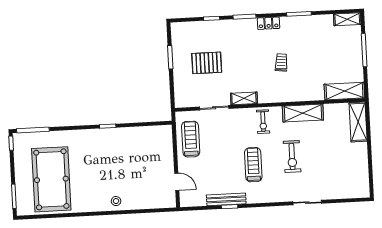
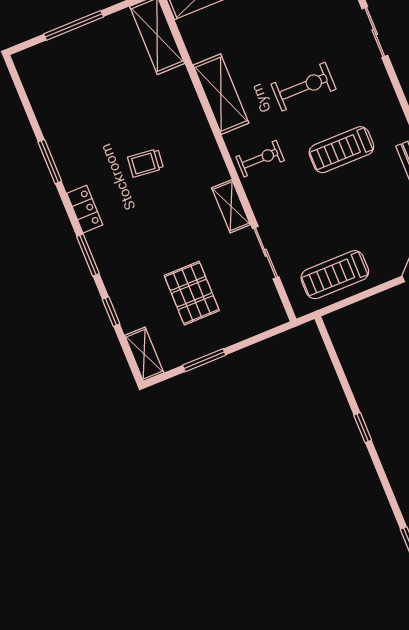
shelving: (347, 19) -> (144, 354), moved

